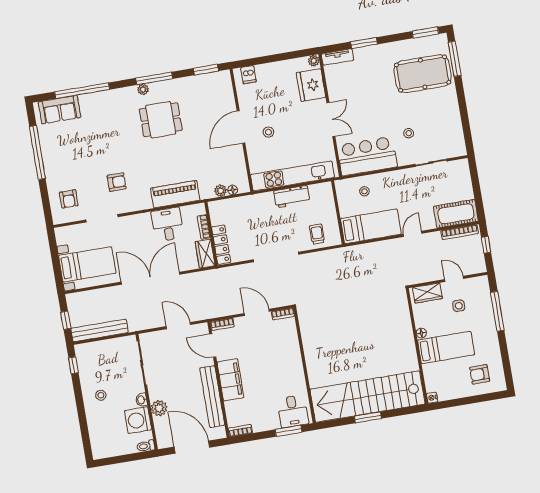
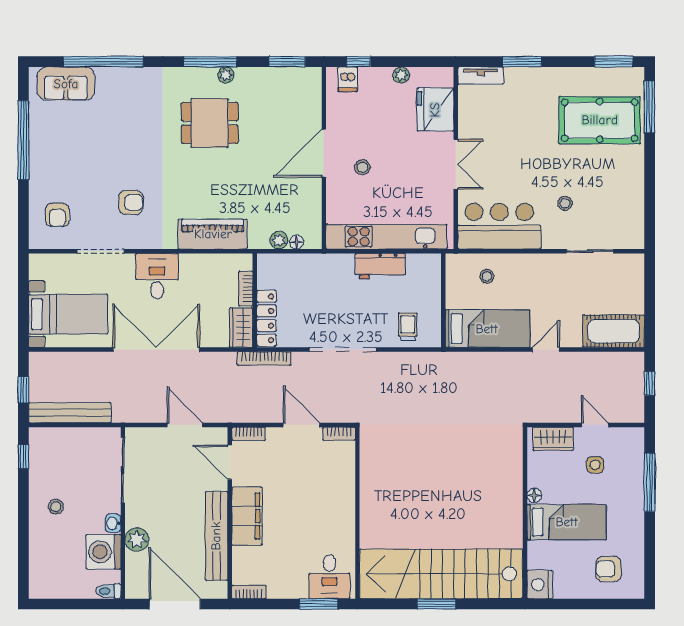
plant: (314, 61) -> (401, 75), moved
window: (254, 62) -> (358, 62), added
plant: (143, 89) -> (226, 75), moved
desk: (167, 224) -> (157, 276), moved
bookcase: (460, 232) -> (264, 359), moved
nightstand: (432, 398) -> (540, 585), width x1.89, depth x1.79

